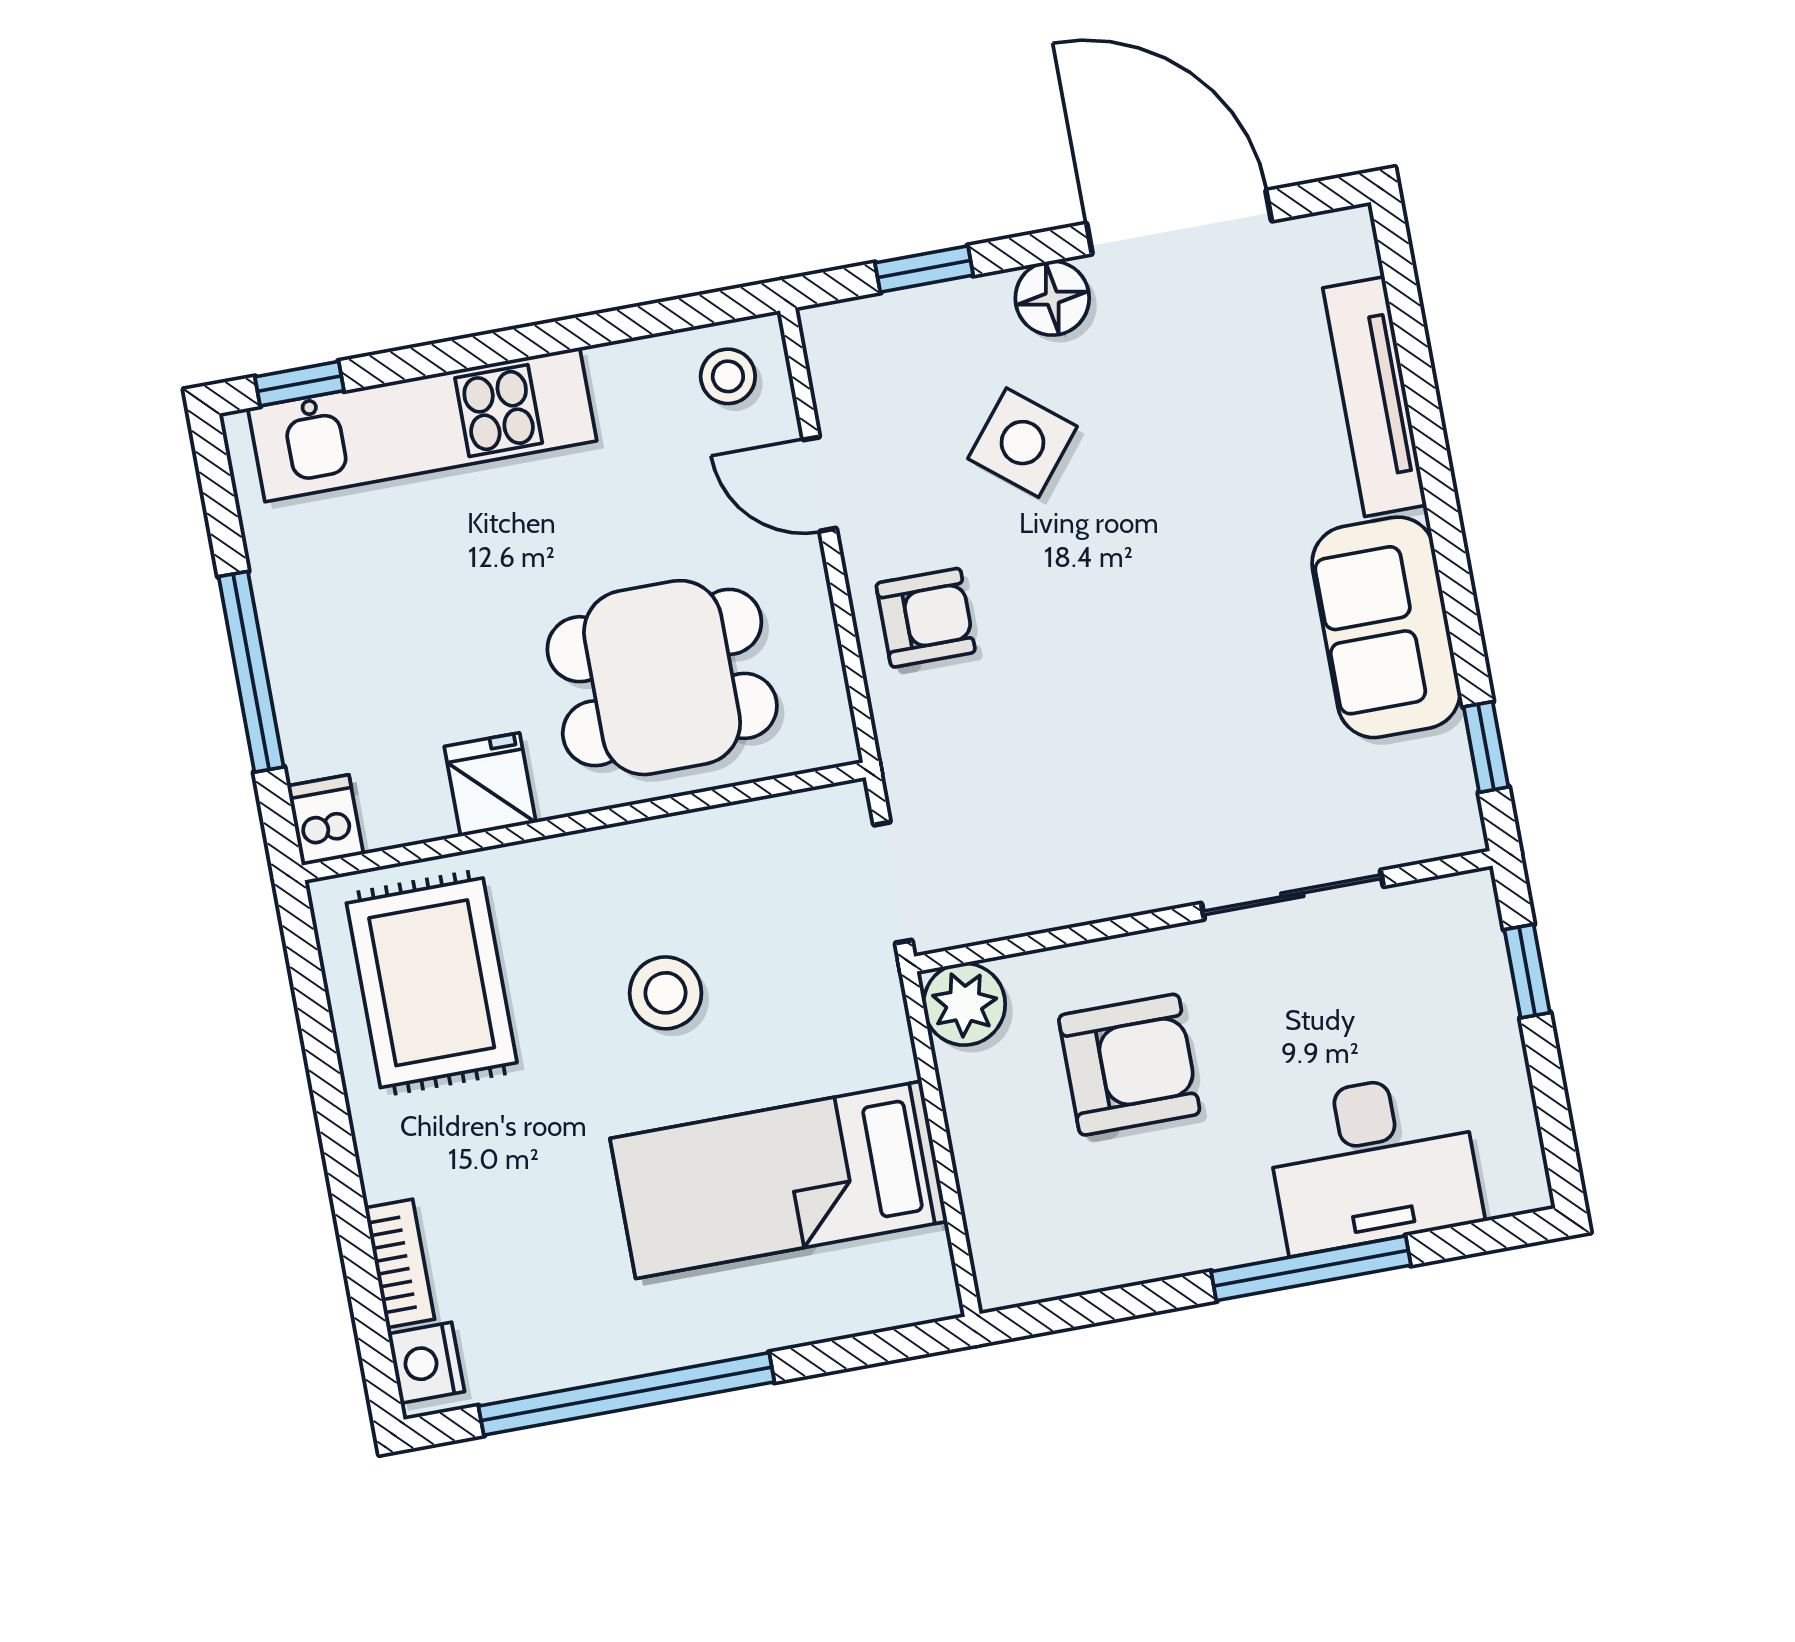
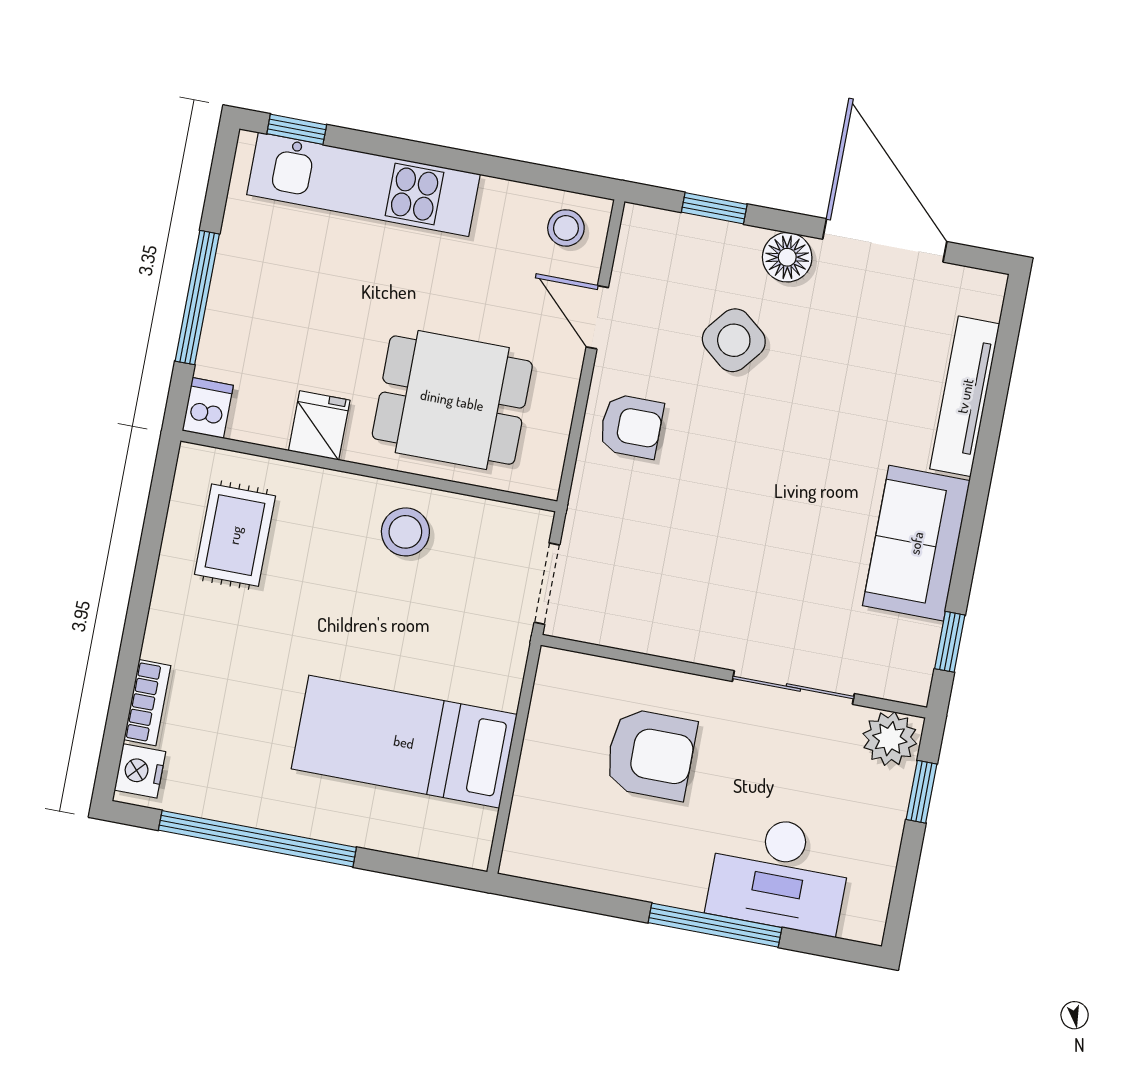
rug: (432, 983) -> (235, 535), width x0.73, depth x0.70
stool: (666, 993) -> (405, 532), moved
plant: (964, 1004) -> (890, 739), moved

